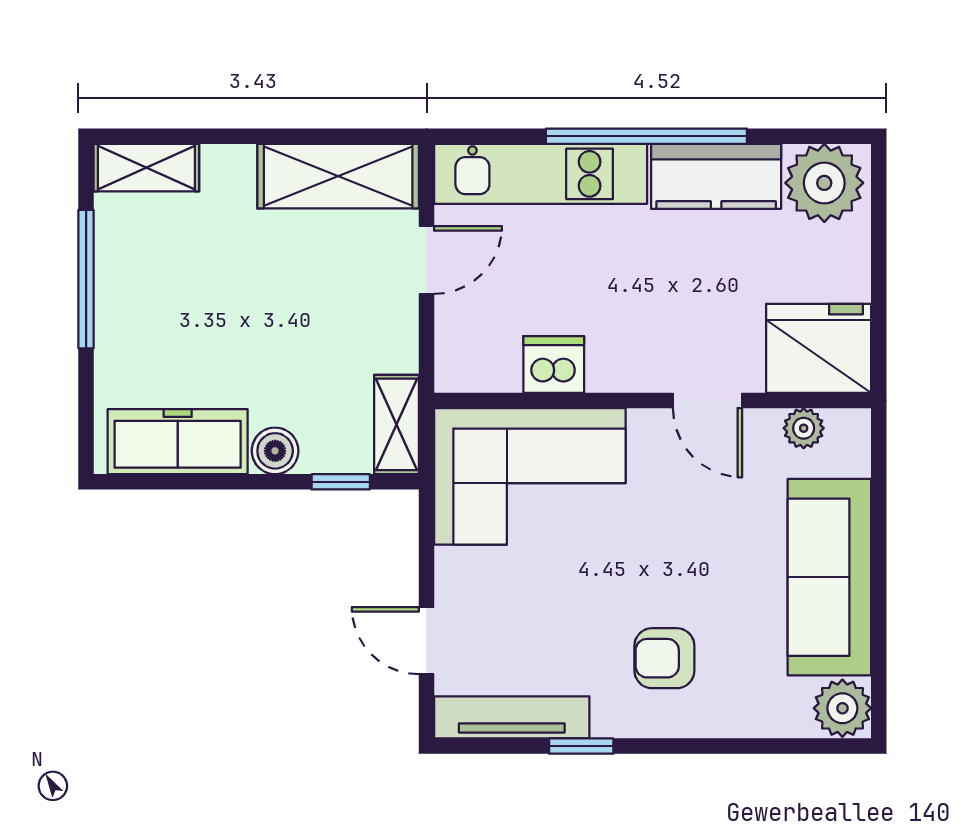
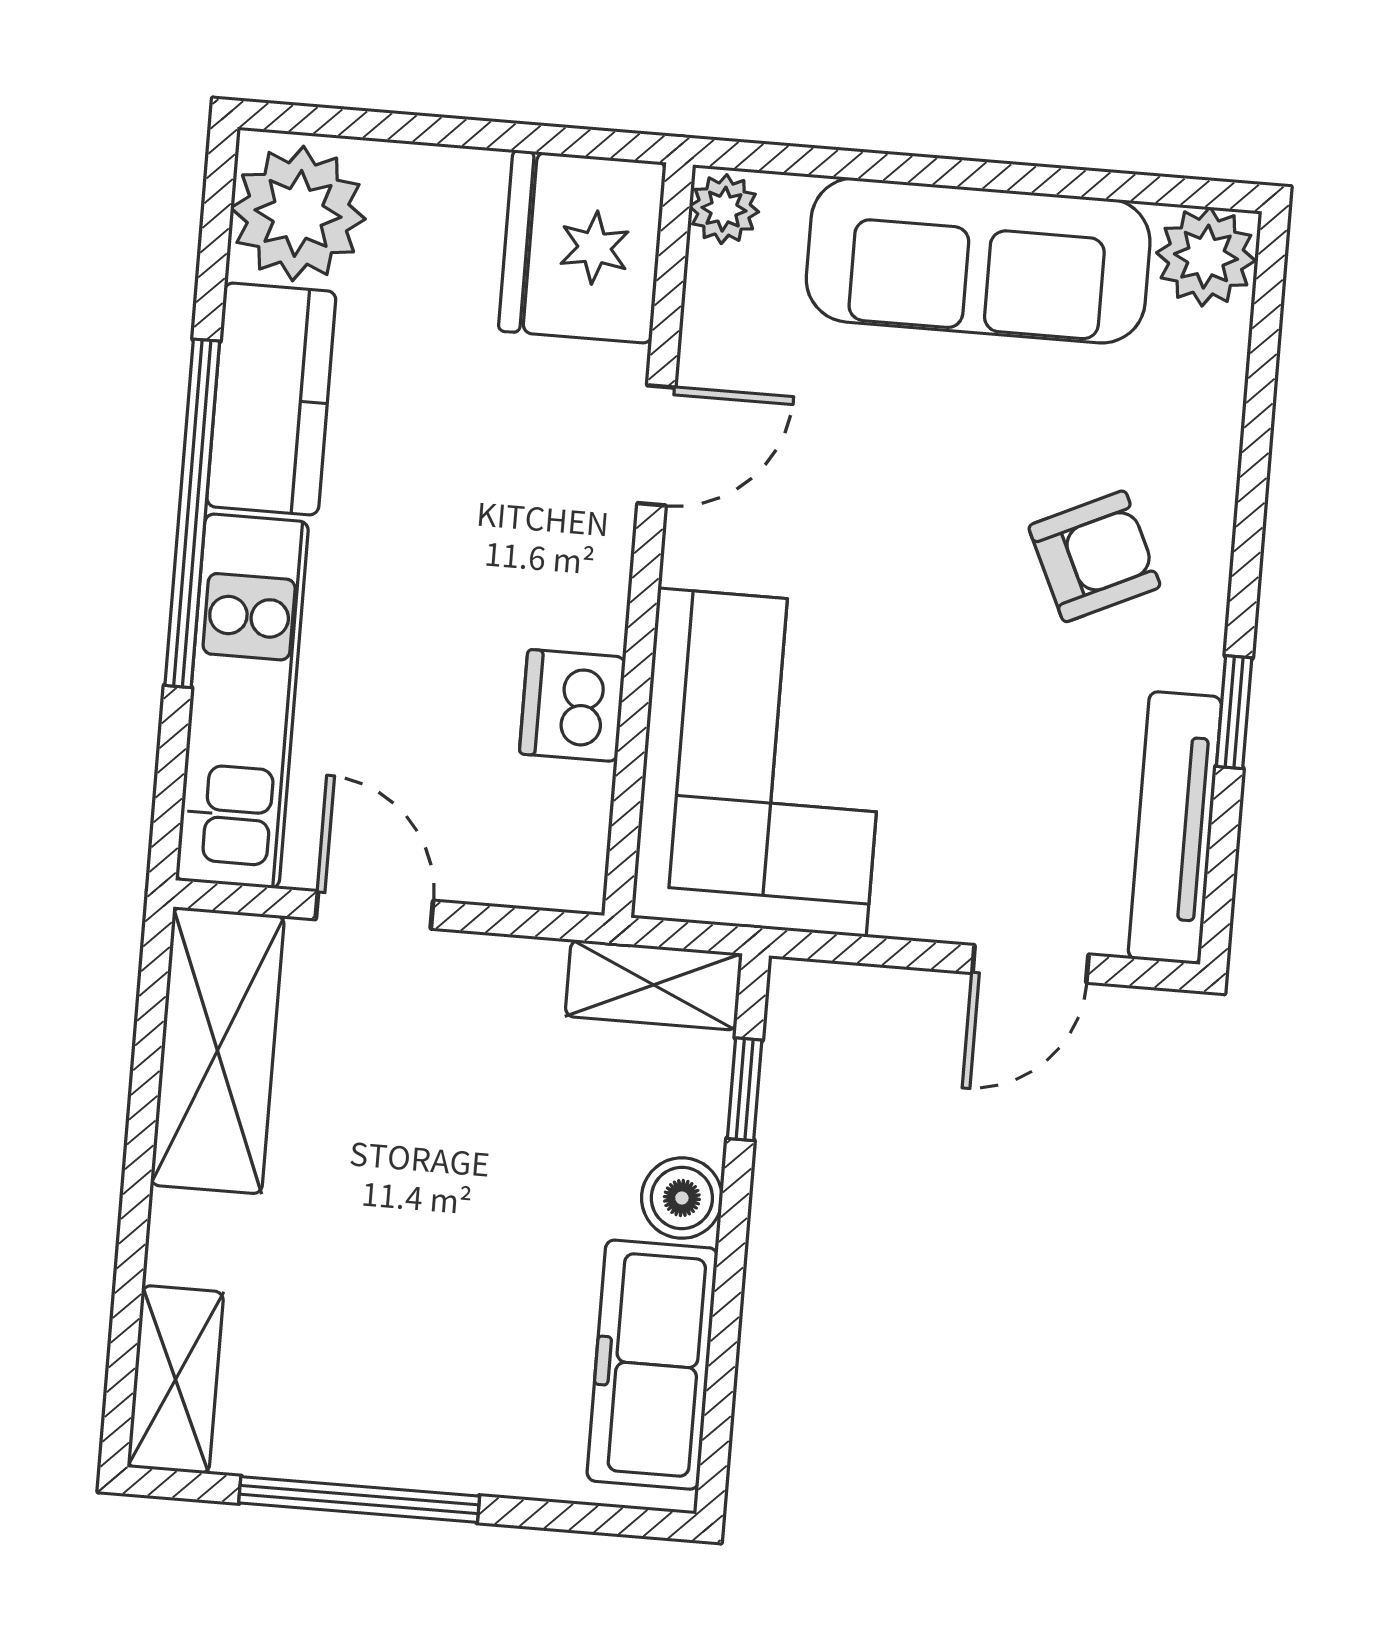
plant: (804, 428) -> (724, 209), moved
armchair: (664, 658) -> (1094, 556), turned -115

